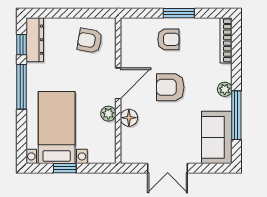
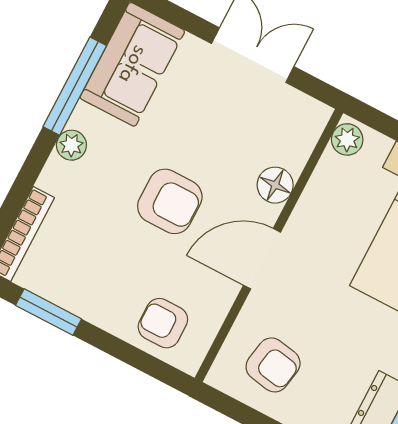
window: (179, 13) -> (49, 312), moved
armchair: (168, 39) -> (163, 323), moved
plant: (108, 114) -> (347, 139), moved

